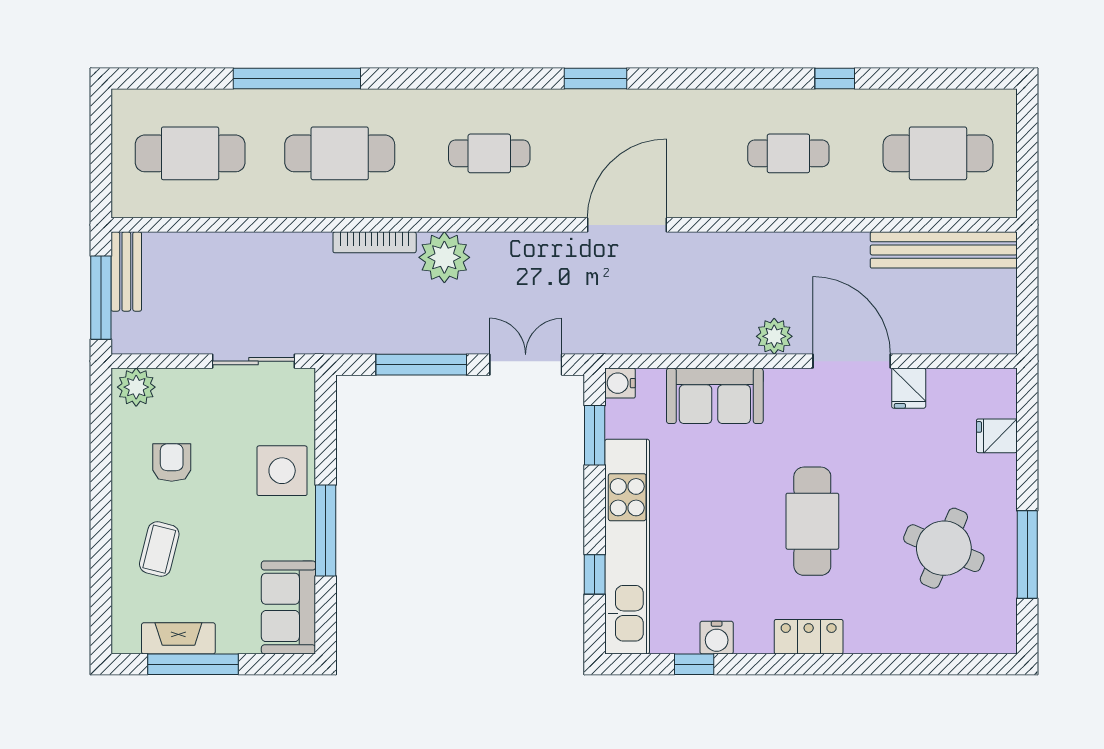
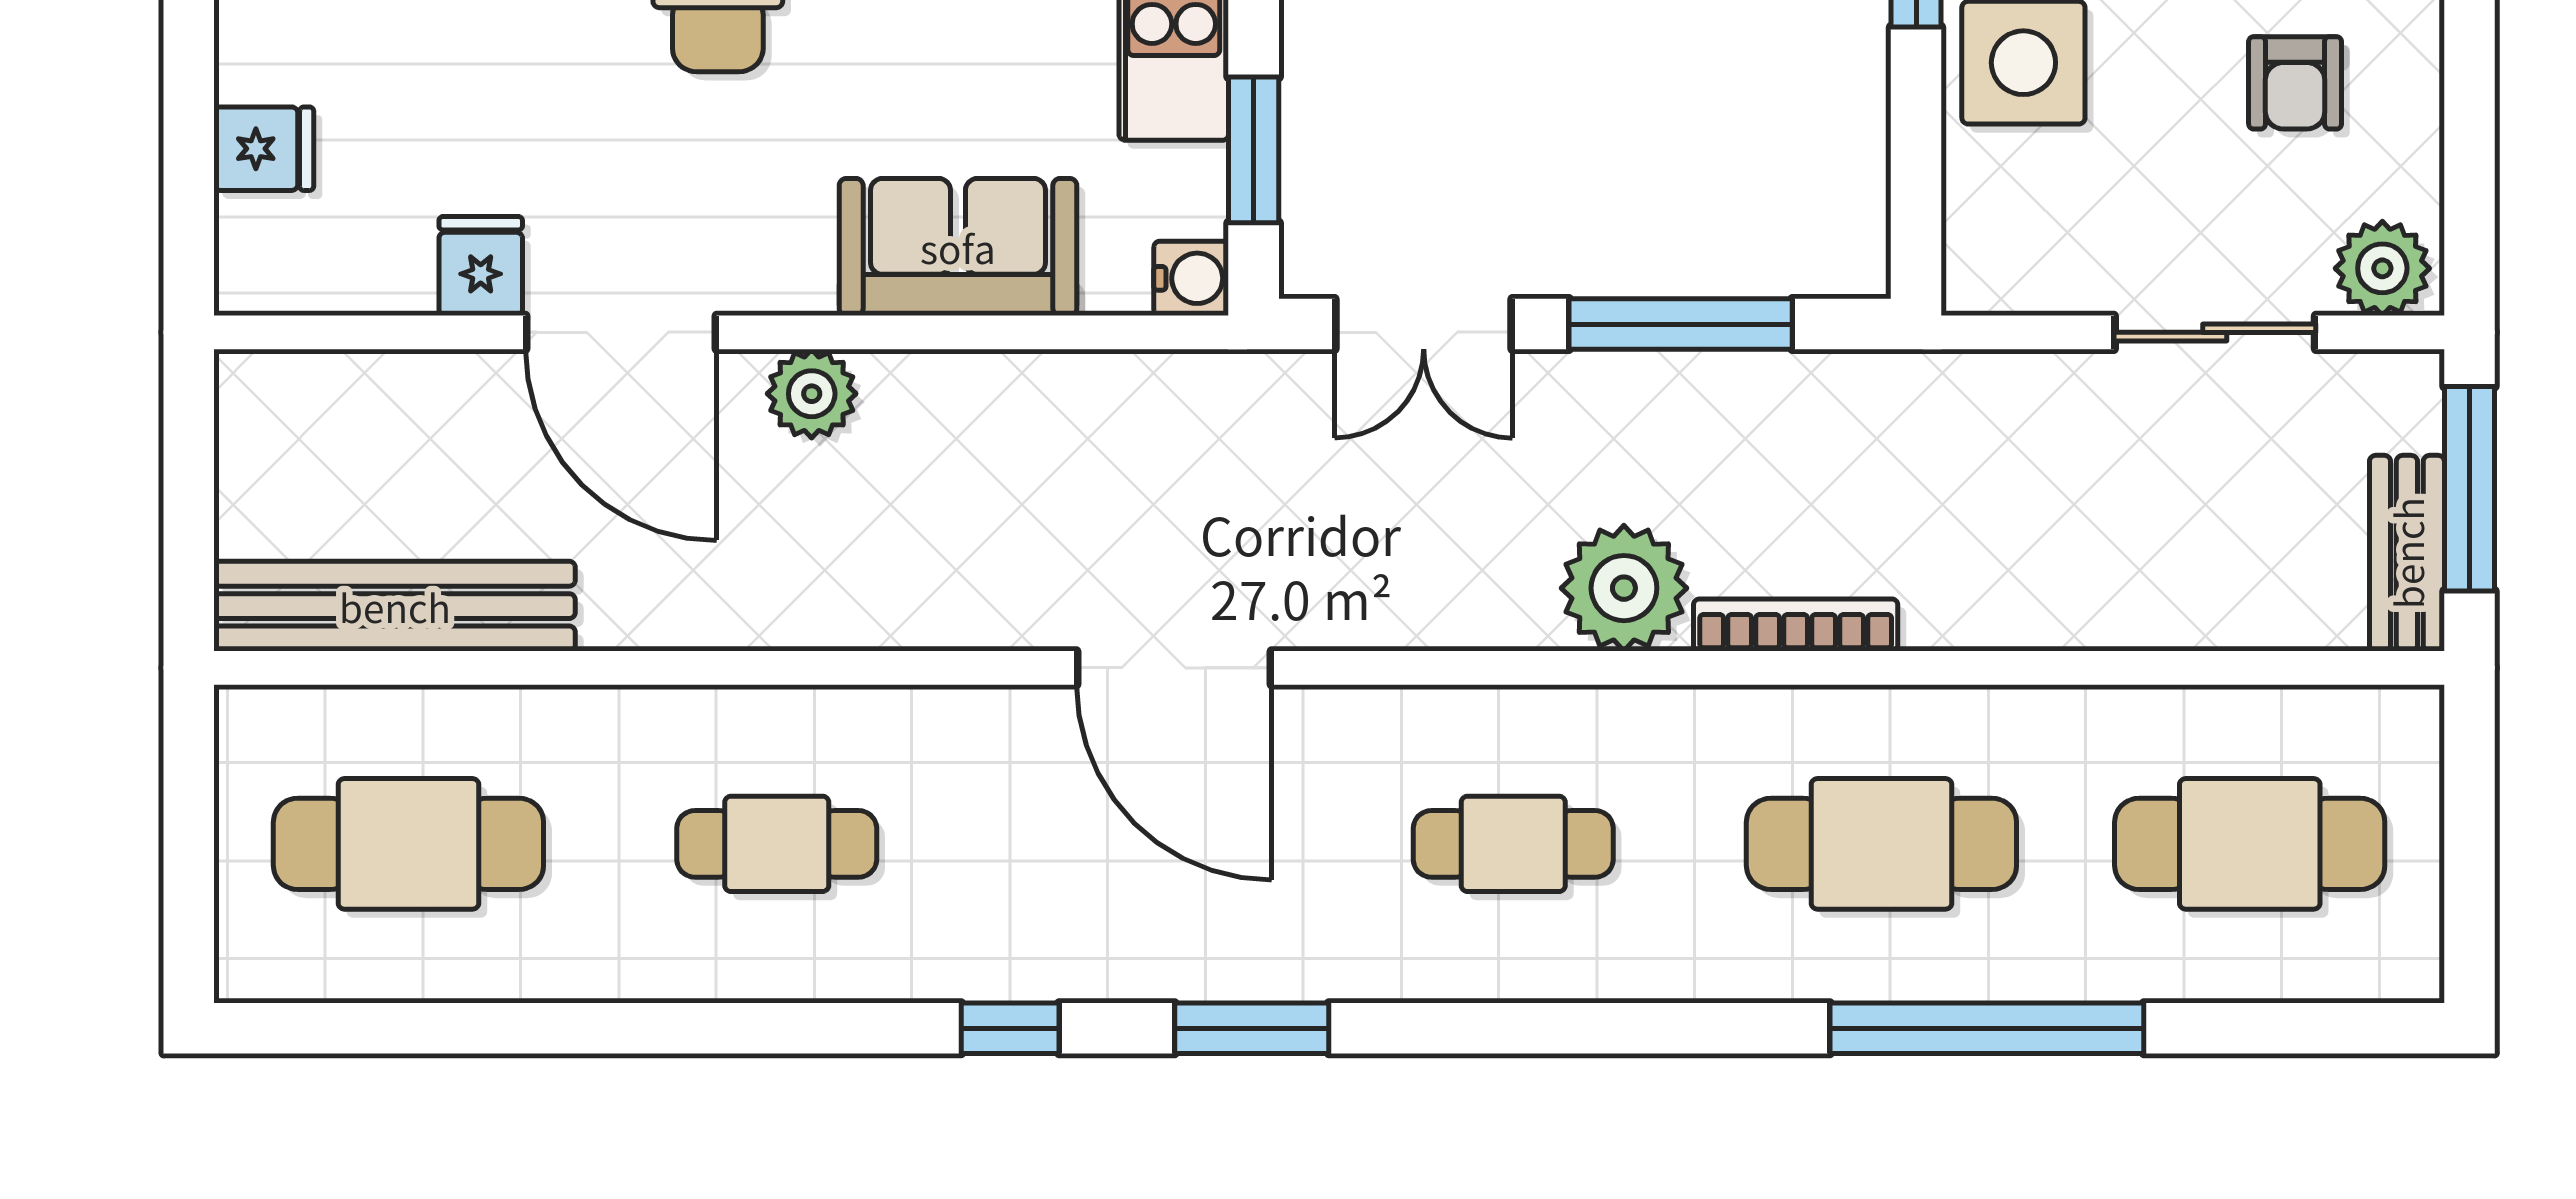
window: (835, 78) -> (1010, 1028), moved
door: (627, 225) -> (1174, 668), hinge flipped
sliding door: (254, 361) -> (2215, 332), moved

